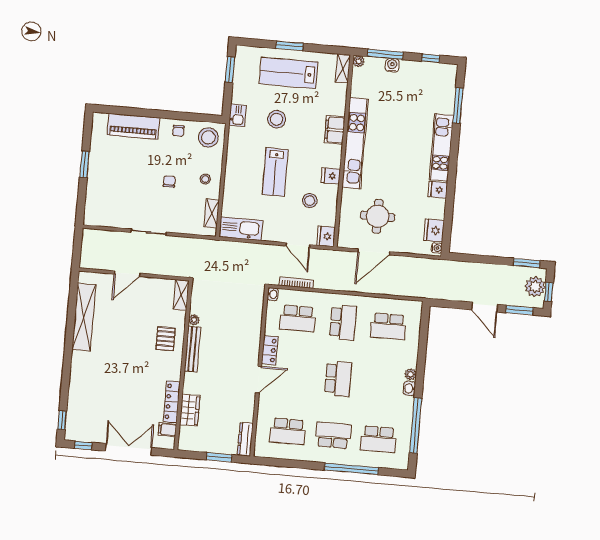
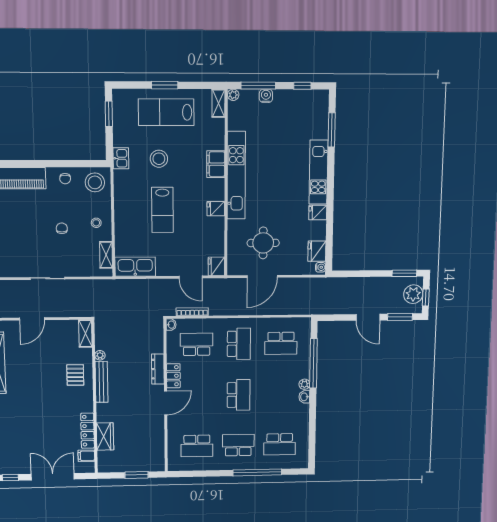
stool: (310, 201) -> (198, 234), removed
school desk: (298, 318) -> (197, 344), turned 180
window: (416, 425) -> (313, 363), moved
dresser: (245, 439) -> (158, 369), moved

